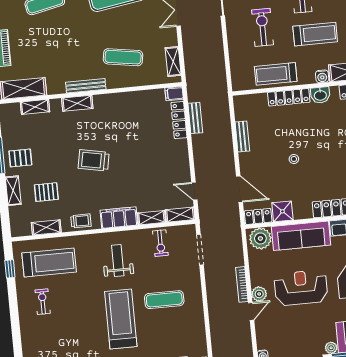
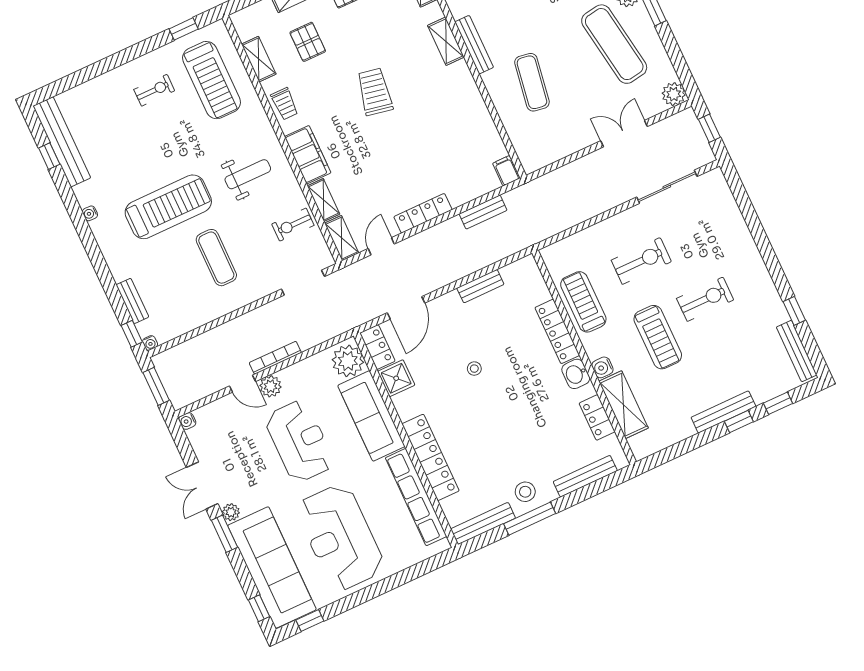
shelving: (173, 62) -> (550, 154), removed
locker: (179, 120) -> (423, 213), moved

